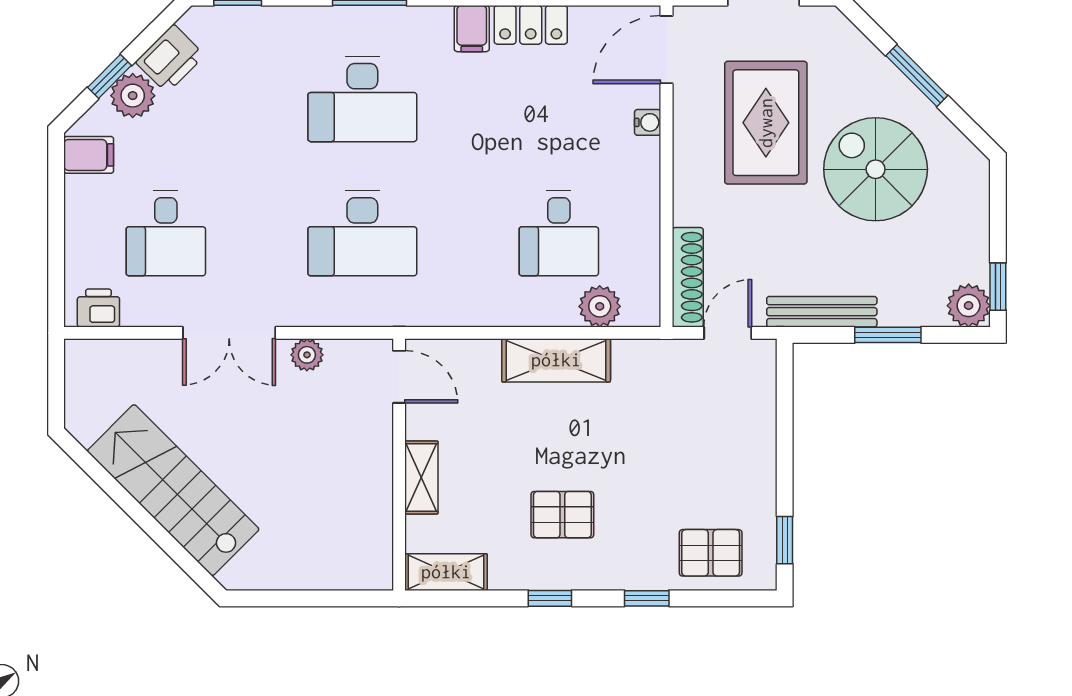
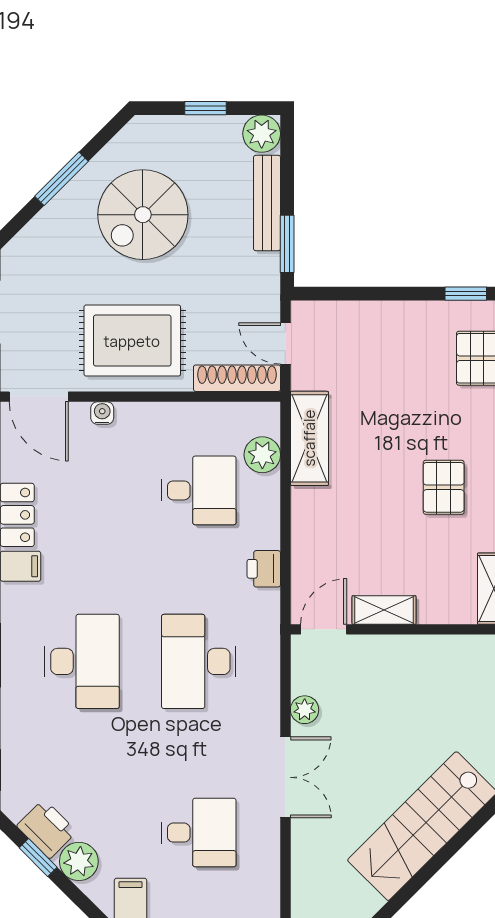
window: (110, 76) -> (38, 858), moved
rug: (766, 123) -> (132, 341), moved
desk: (362, 233) -> (199, 661), turned 180
window: (998, 287) -> (206, 108), moved
printer: (98, 308) -> (264, 569), moved
bench: (822, 312) -> (267, 203), moved
window: (888, 335) -> (287, 244), moved
shelving: (556, 360) -> (309, 438), moved
shelving: (421, 478) -> (384, 610), moved

